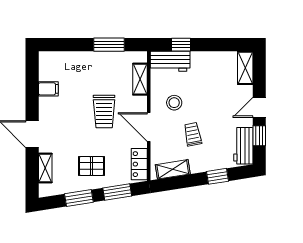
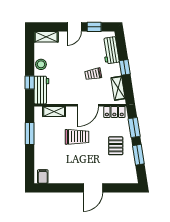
filing cabinet: (48, 89) -> (43, 176), moved
stool: (174, 103) -> (41, 64), moved
door: (259, 107) -> (74, 27), hinge flipped
workbench: (243, 146) -> (111, 50), moved, turned 81
shelving: (45, 168) -> (117, 179), removed
window: (217, 176) -> (125, 67), moved

